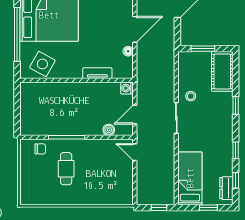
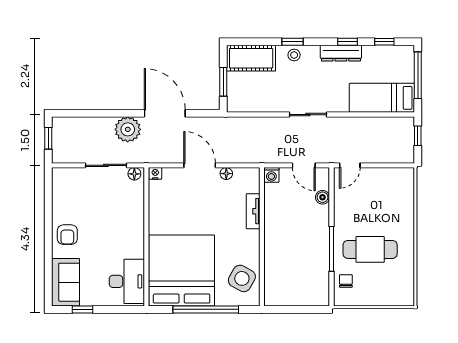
stool: (191, 96) -> (294, 55), moved
cafe table: (66, 169) -> (370, 249), width x1.37, depth x1.35
dresser: (226, 188) -> (341, 53), moved, width x1.44
window: (208, 208) -> (418, 75), width x2.17

